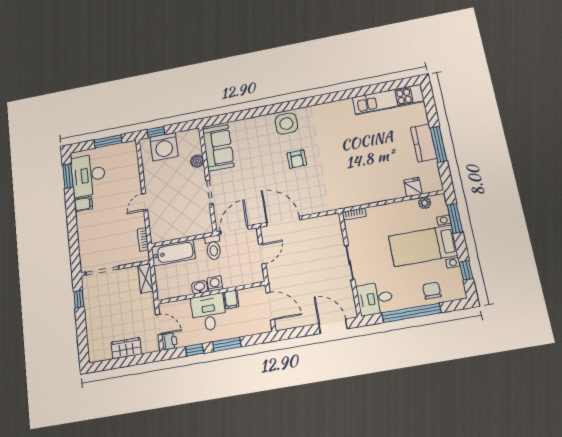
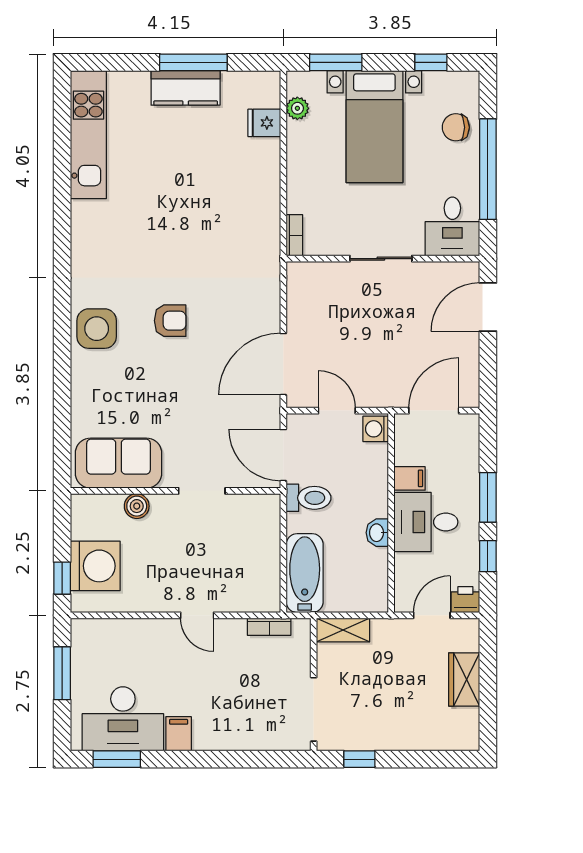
washing machine: (215, 284) -> (376, 429), moved

